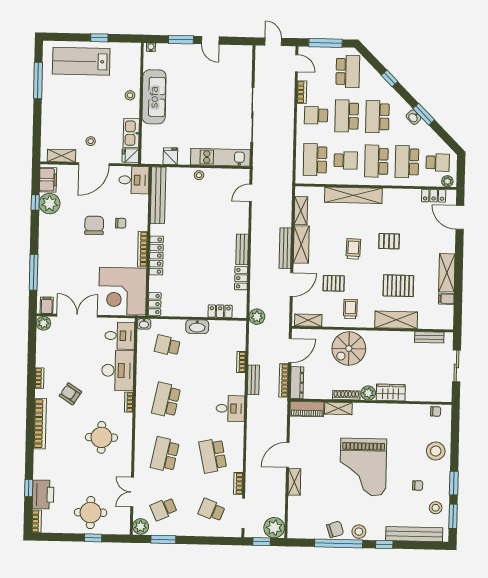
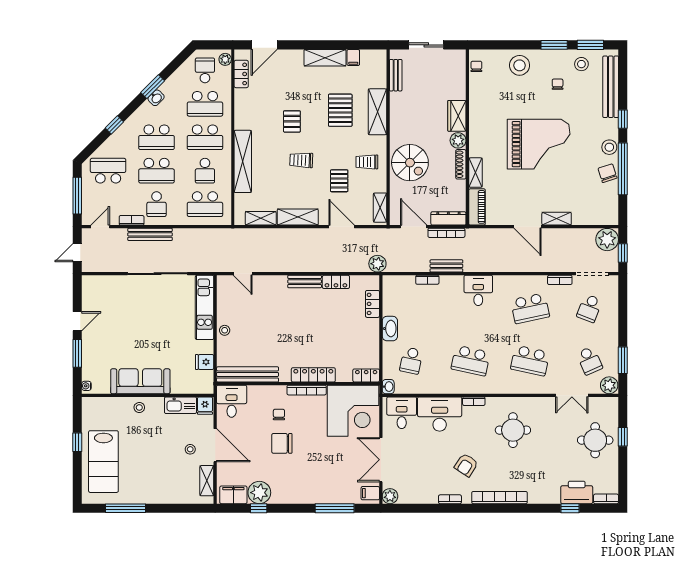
school desk: (346, 160) -> (205, 171), turned 180
bench: (285, 248) -> (150, 234), moved

